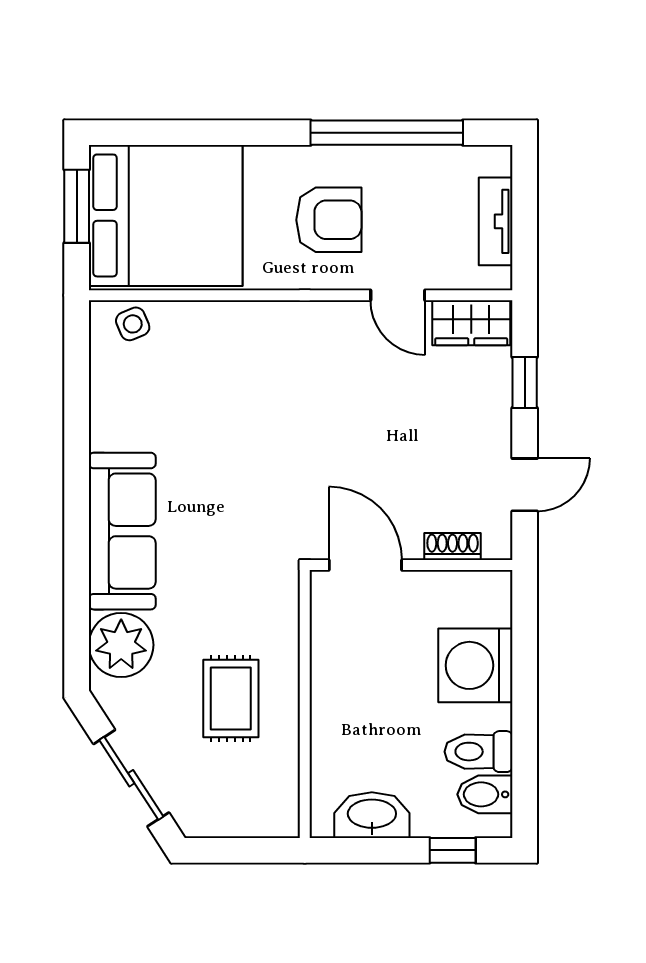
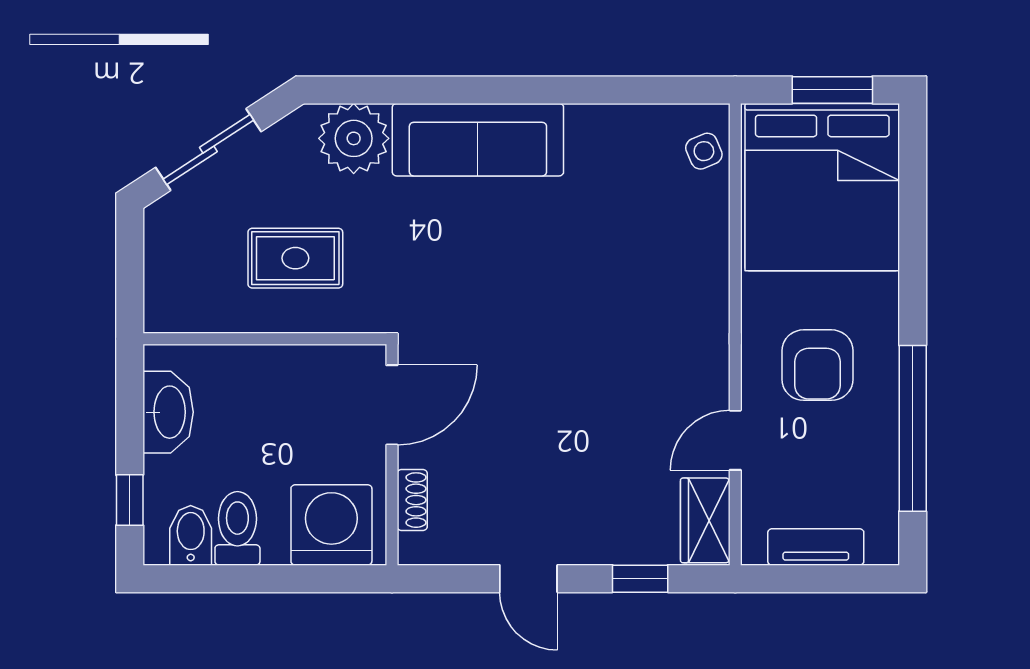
shoe rack: (453, 546) -> (412, 500), moved
door: (365, 565) -> (392, 405), moved
wall: (411, 565) -> (392, 455), moved

